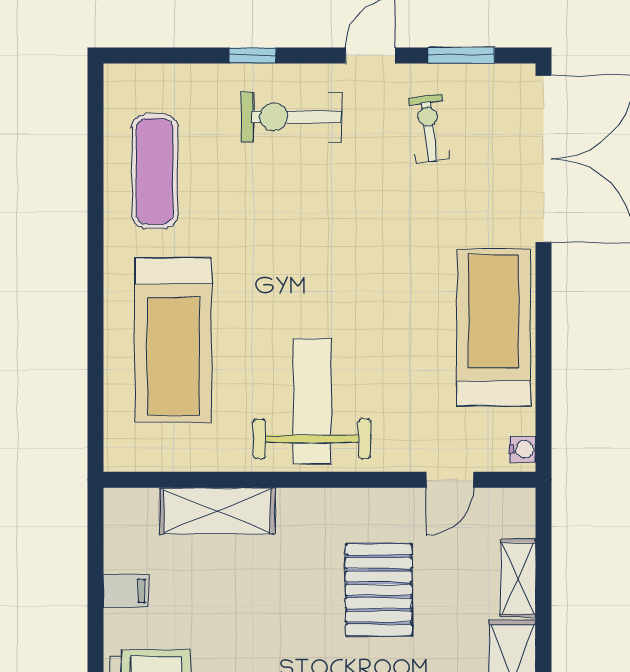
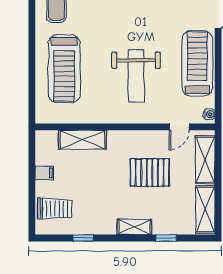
weight bench: (312, 401) -> (136, 76), moved, turned 180
shelving: (518, 578) -> (205, 160), width x1.50, depth x1.33
pallet: (379, 590) -> (150, 173), turned 90

